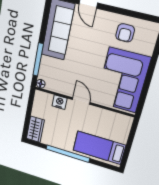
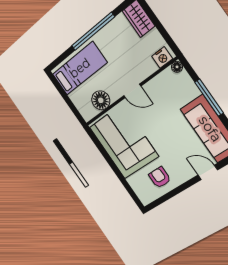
window: (38, 60) -> (209, 98), moved
nightstand: (60, 102) -> (162, 57), moved
floor lamp: (108, 118) -> (101, 100), added

